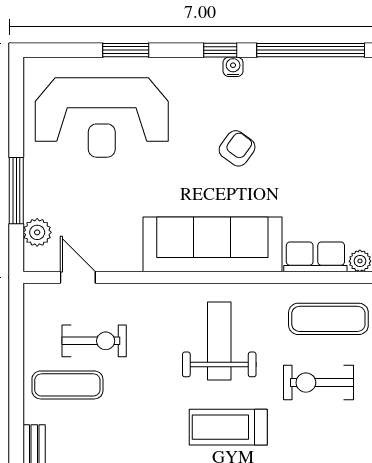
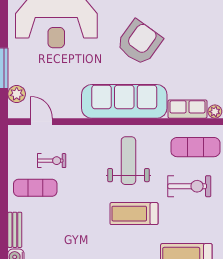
armchair: (237, 148) -> (139, 42), width x1.88, depth x1.88
exercise bike: (94, 341) -> (52, 161), width x0.73, depth x0.72
exercise bike: (318, 383) -> (189, 186), turned 180

